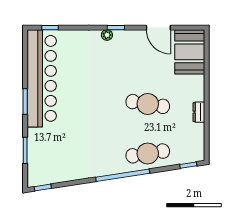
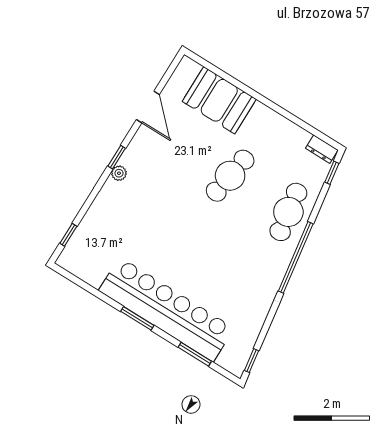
door: (158, 28) -> (148, 107), hinge flipped
booth: (190, 52) -> (219, 100), moved
bar counter: (42, 78) -> (166, 309), moved
dresser: (199, 112) -> (322, 149), moved

